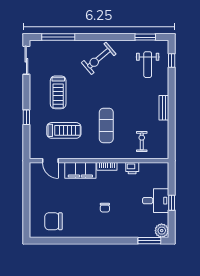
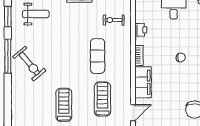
window: (58, 37) -> (8, 56), moved
treadmill: (58, 92) -> (64, 105), turned -90
exercise mat: (106, 126) -> (97, 56), turned 90

